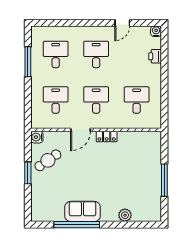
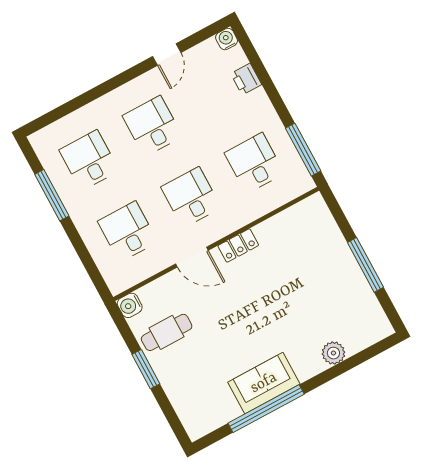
window: (164, 106) -> (303, 150), added
door: (81, 130) -> (192, 257), hinge flipped
cafe table: (48, 160) -> (167, 332), turned 35

